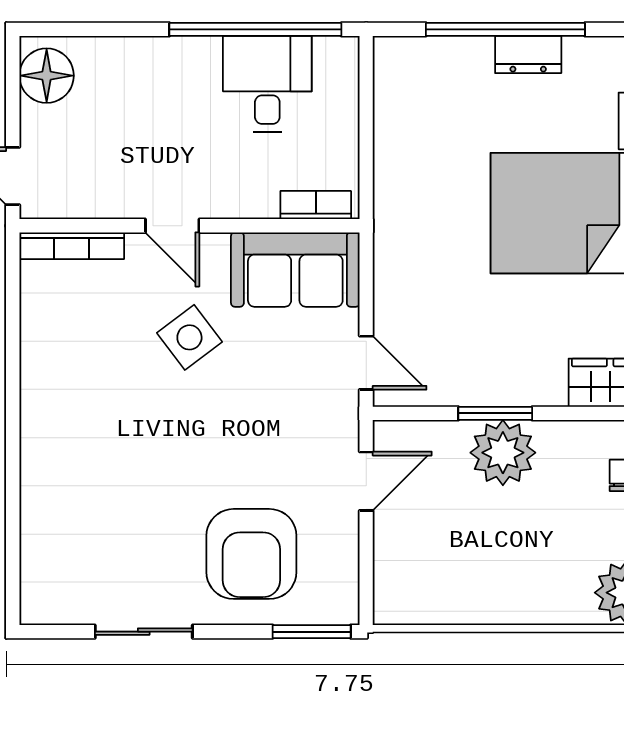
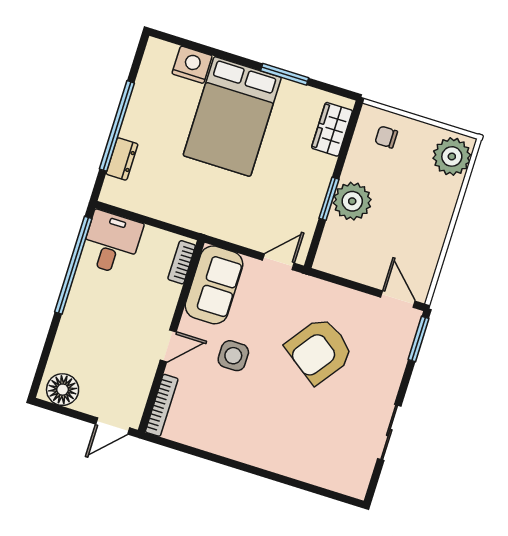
dresser: (528, 55) -> (122, 159), moved
desk: (267, 84) -> (111, 243), moved, turned 90
side table: (189, 337) -> (233, 356), turned 37
door: (366, 481) -> (398, 299), moved
armchair: (251, 554) -> (319, 350), moved, turned 126

